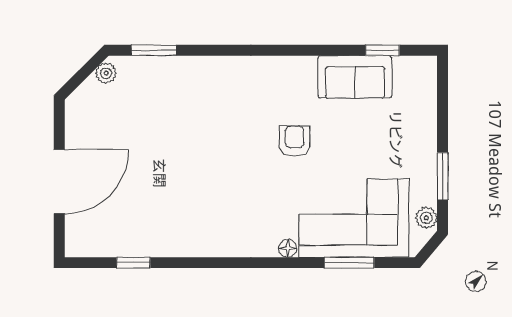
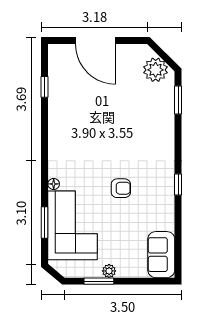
window: (383, 50) -> (178, 185), moved
plant: (106, 73) -> (156, 70), width x1.88, depth x1.88
sofa: (355, 77) -> (161, 255), moved
plant: (426, 218) -> (109, 271), moved

